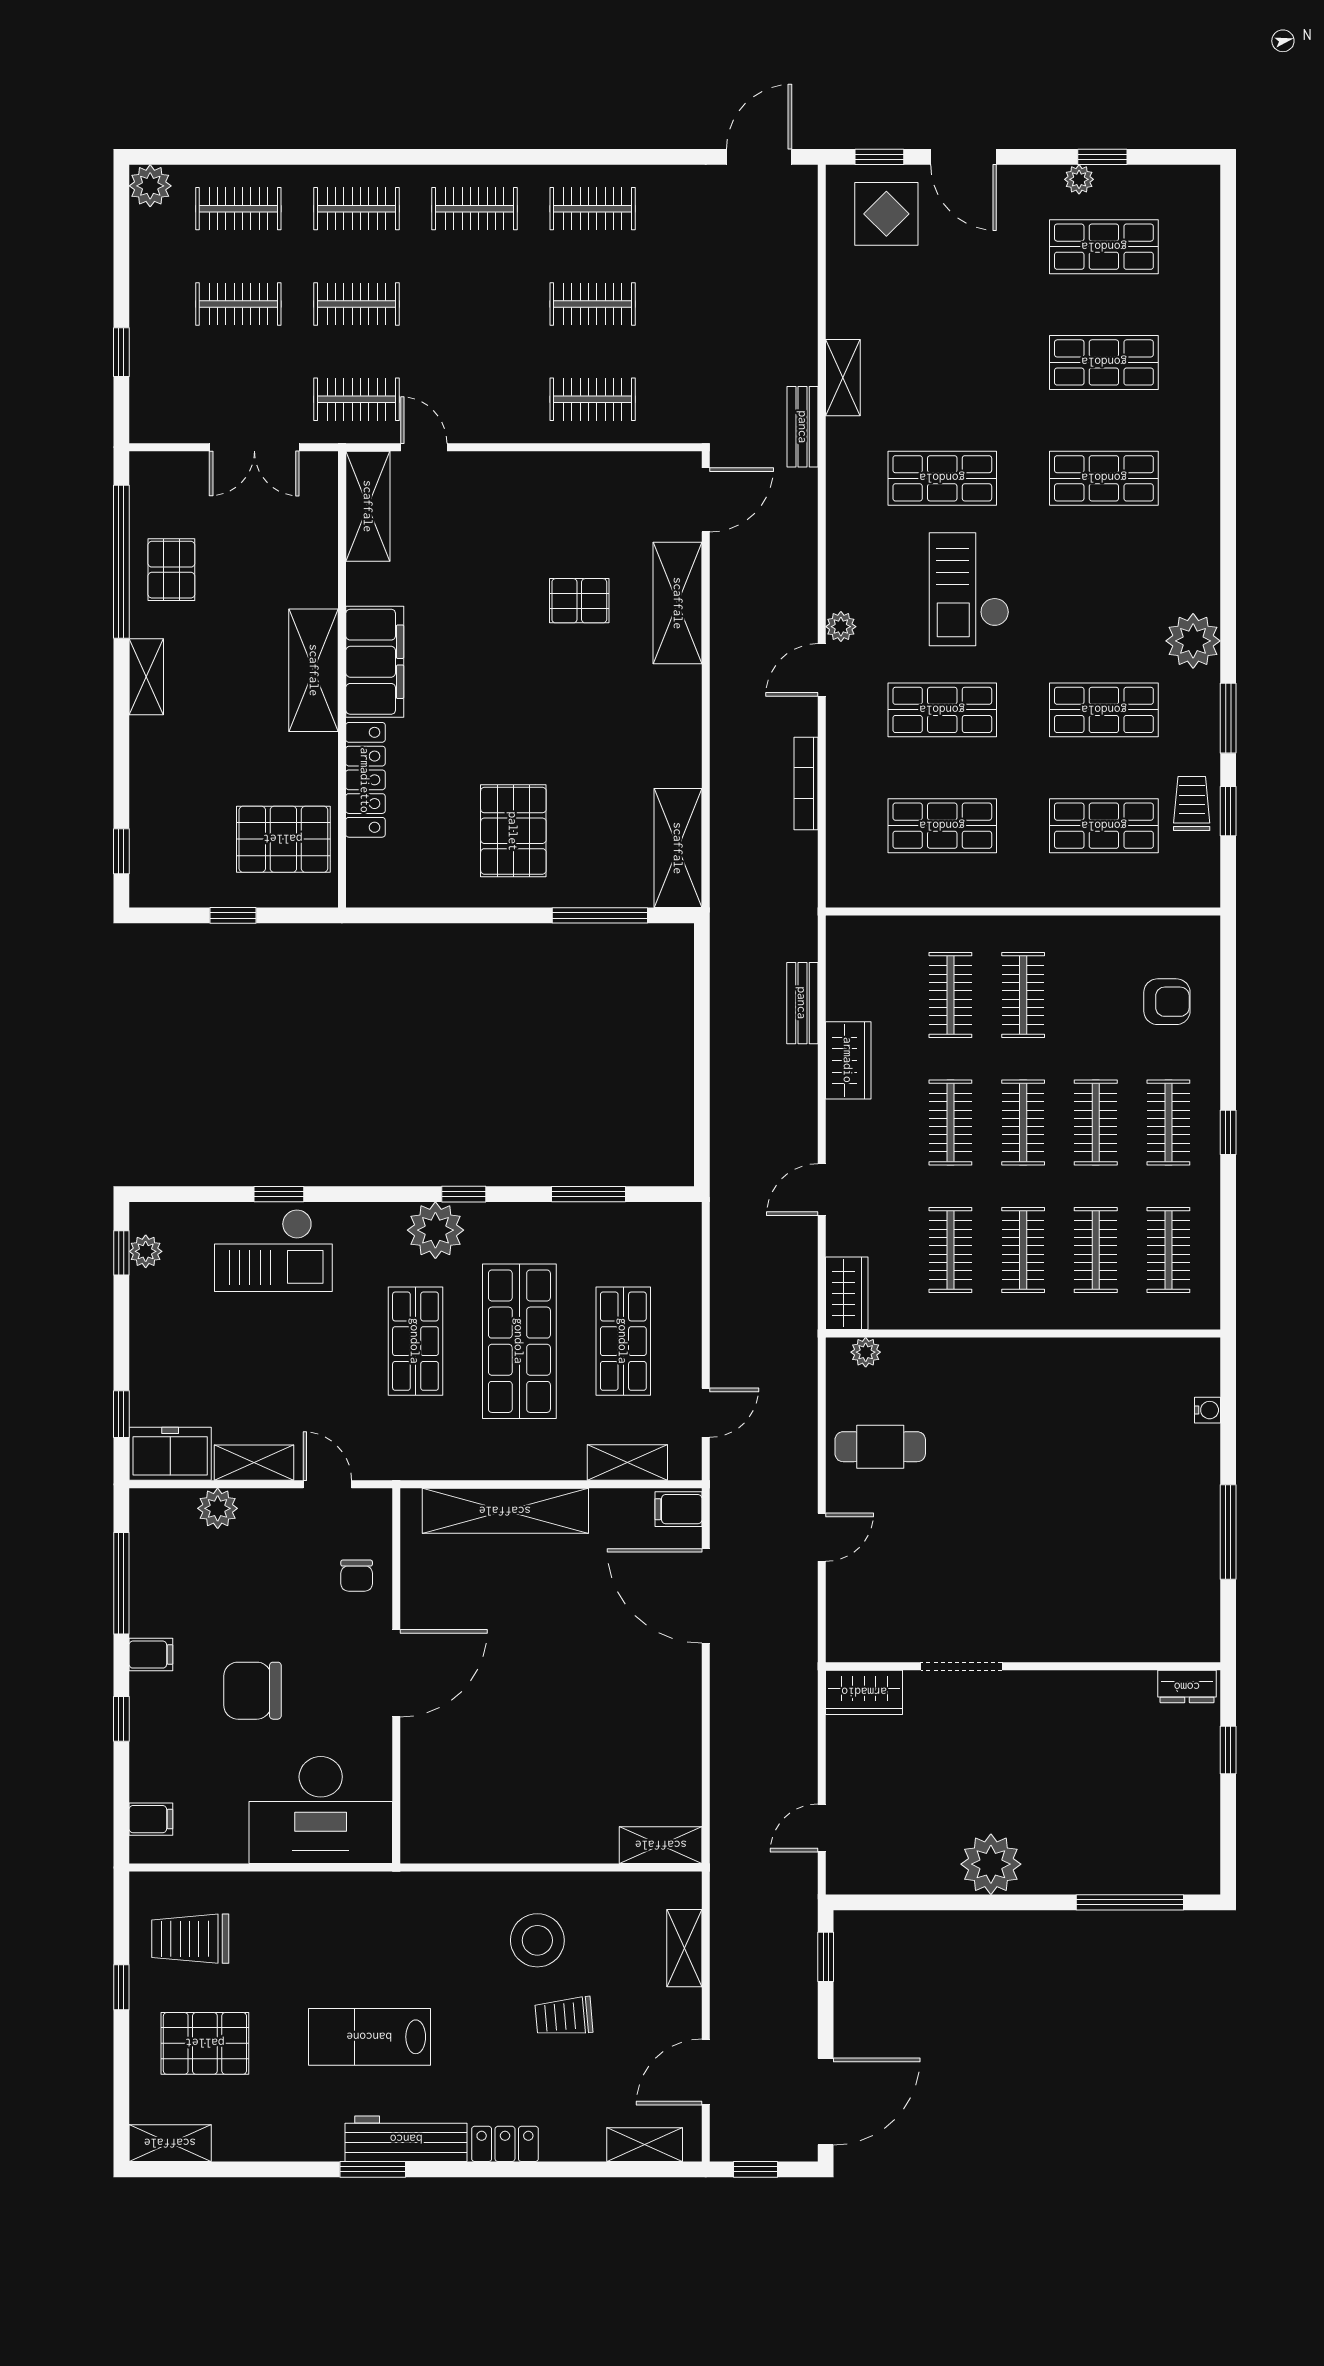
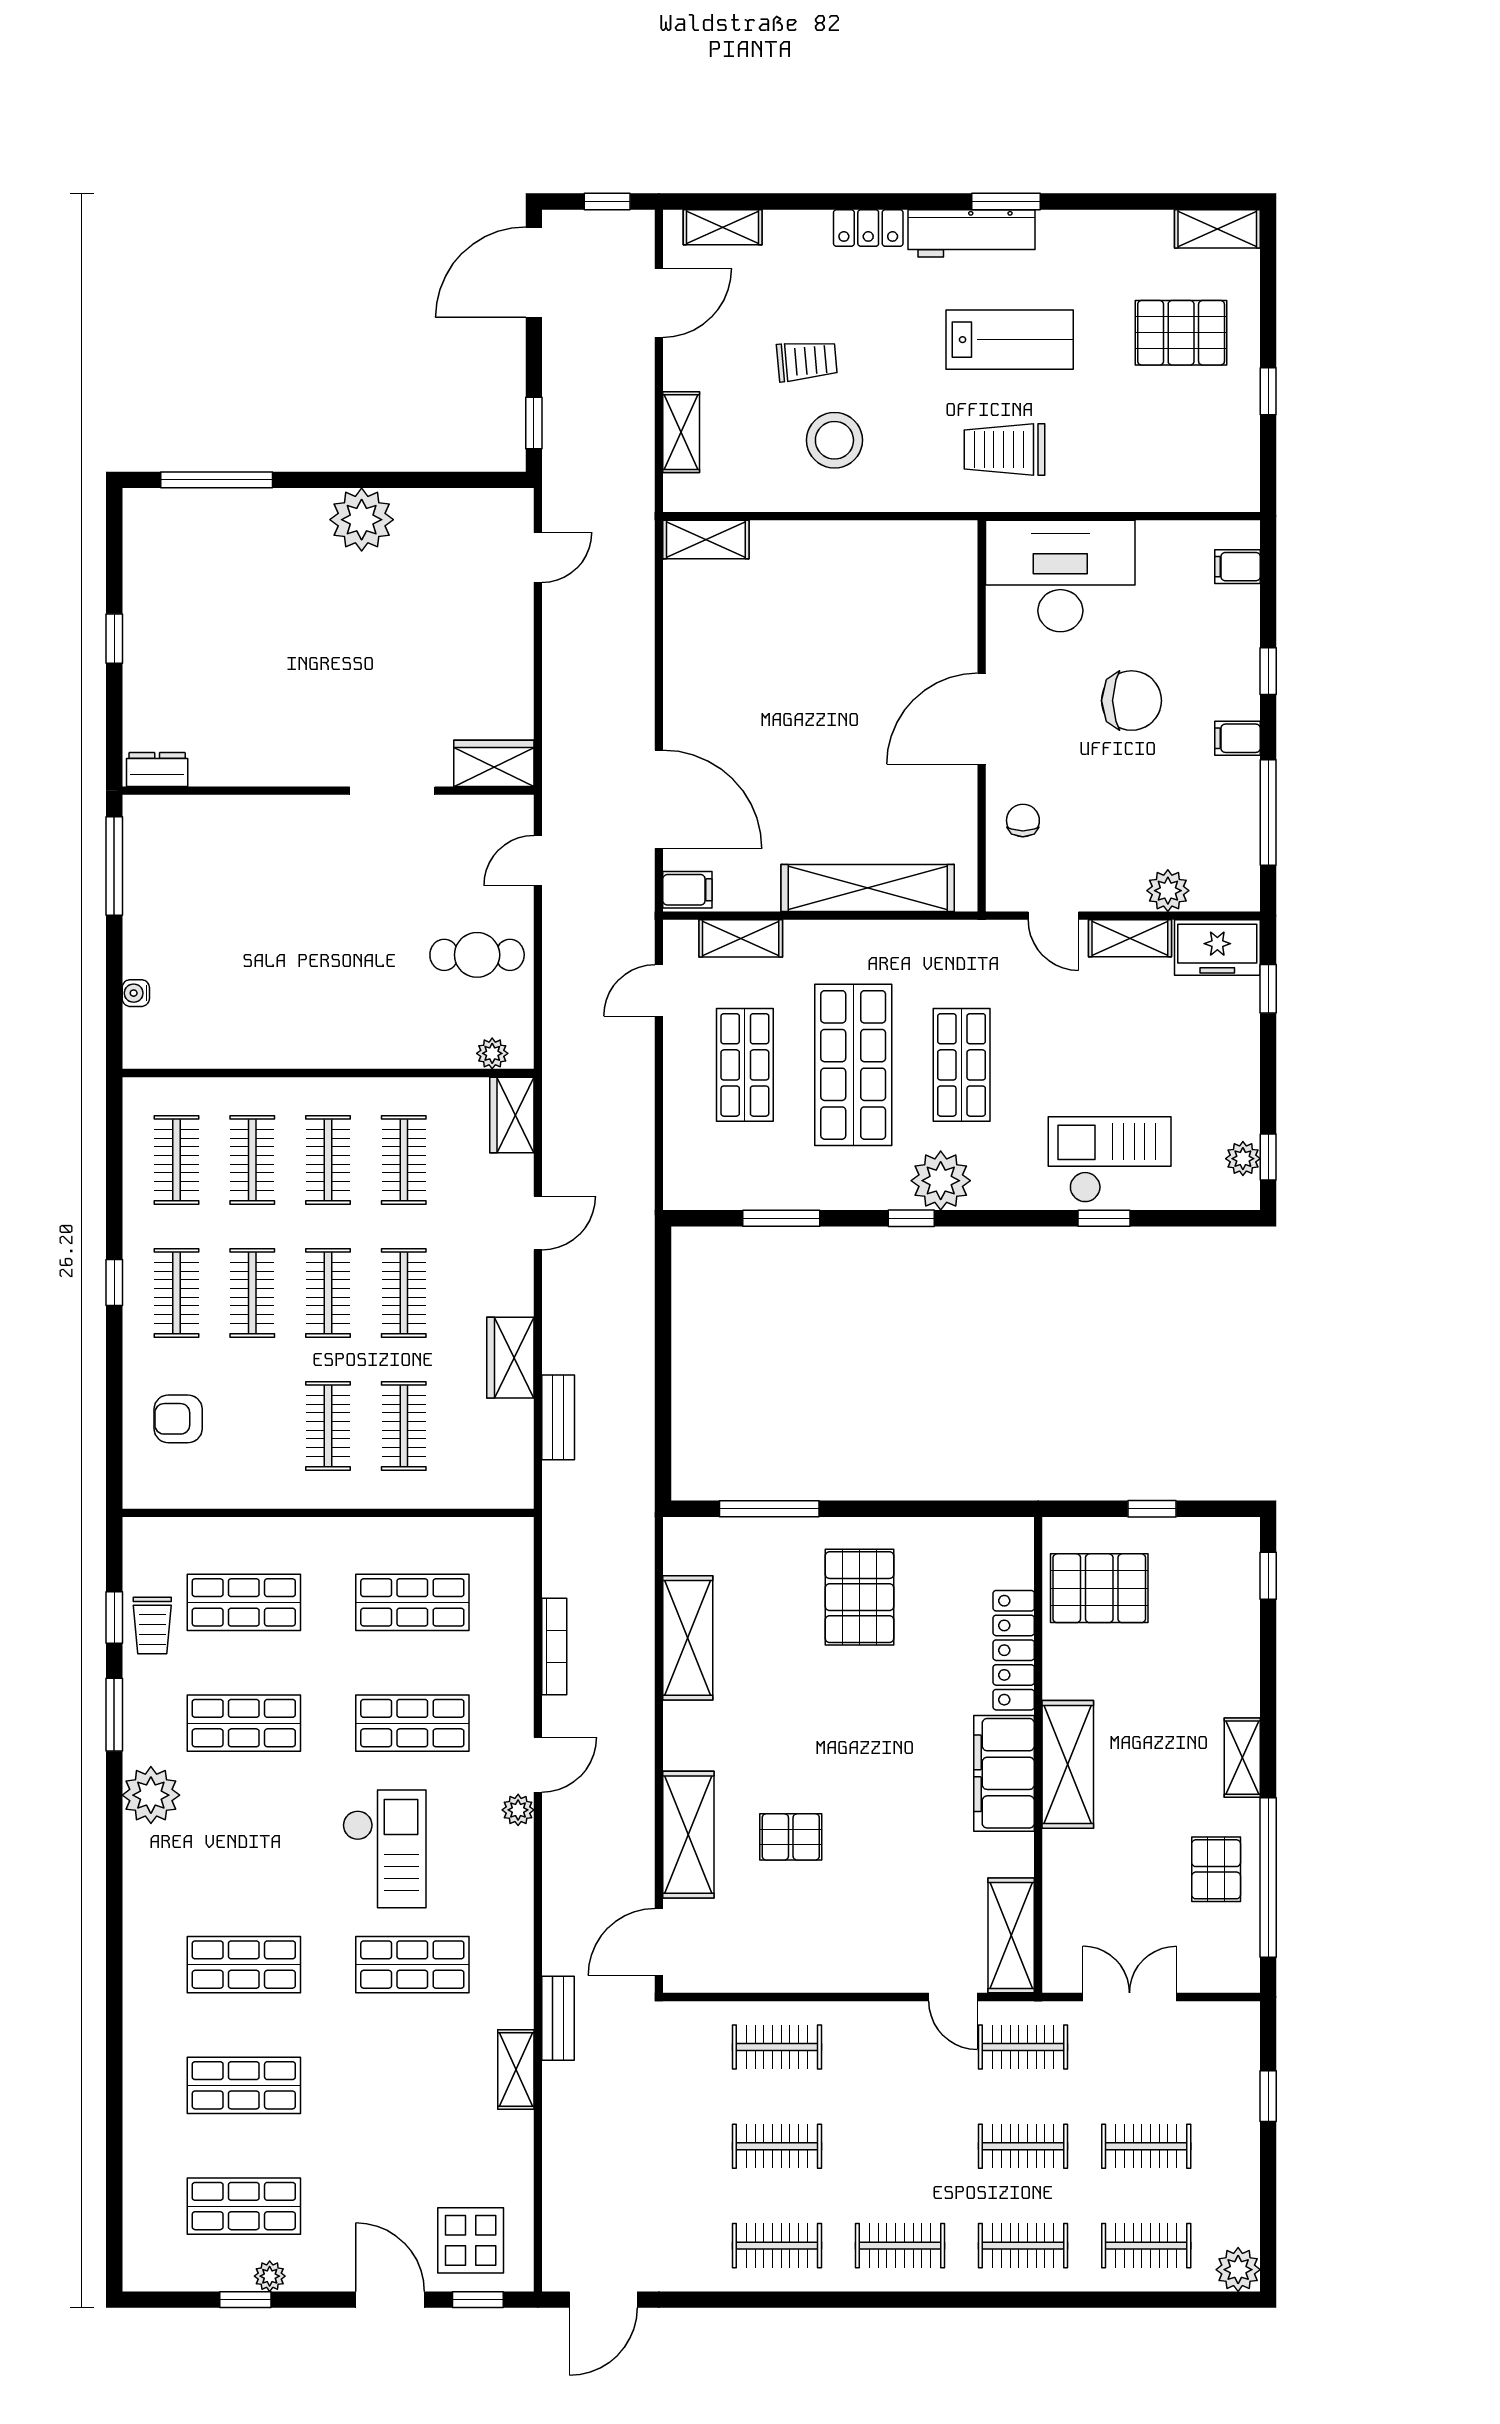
shelving: (678, 848) -> (688, 1638), moved
doorway: (961, 1666) -> (392, 791), moved
wall: (1023, 1666) -> (328, 791), moved
dresser: (1187, 1687) -> (157, 769), moved
wardrobe: (864, 1692) -> (494, 763), moved
trolley: (190, 1939) -> (1005, 449), moved, turned 180

